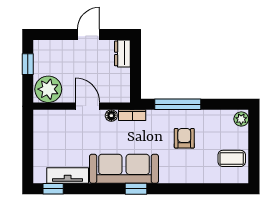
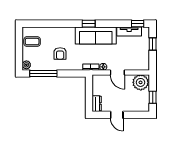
door: (88, 34) -> (117, 115), hinge flipped
window: (178, 104) -> (43, 73), moved
window: (28, 154) -> (153, 44), added

